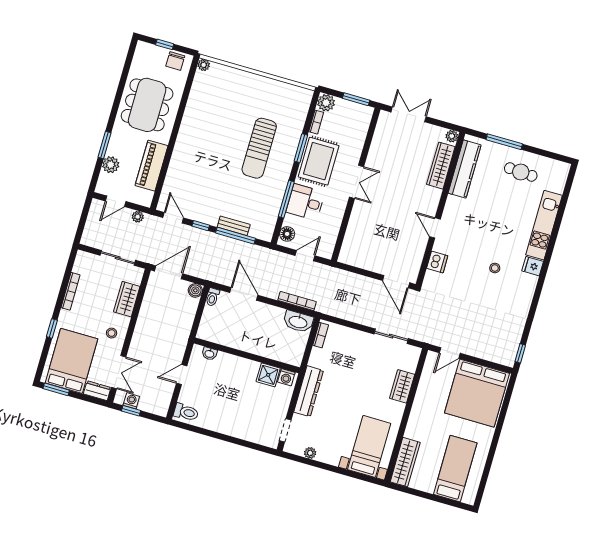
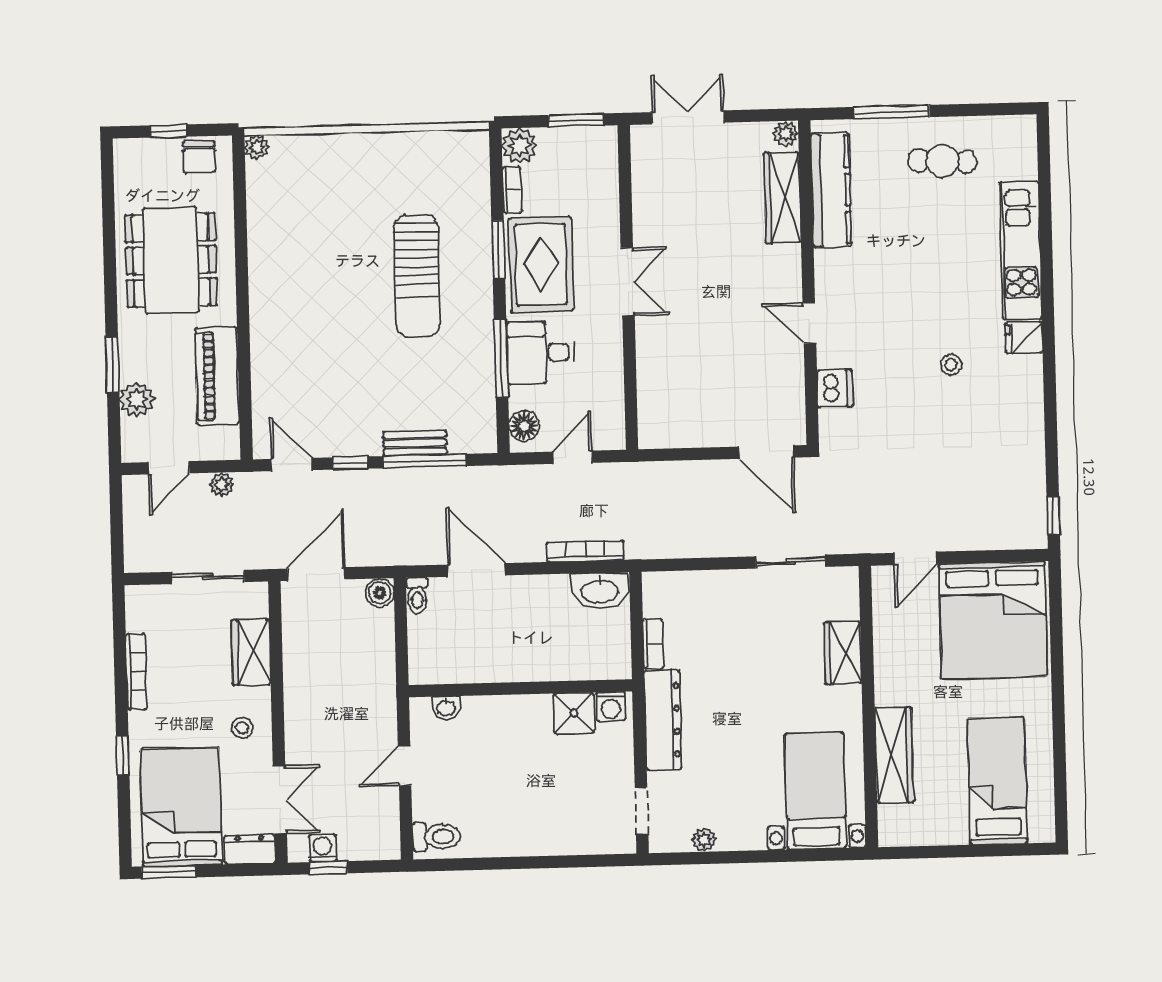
bookcase: (321, 335) -> (653, 644), moved
wardrobe: (405, 462) -> (894, 755), moved

